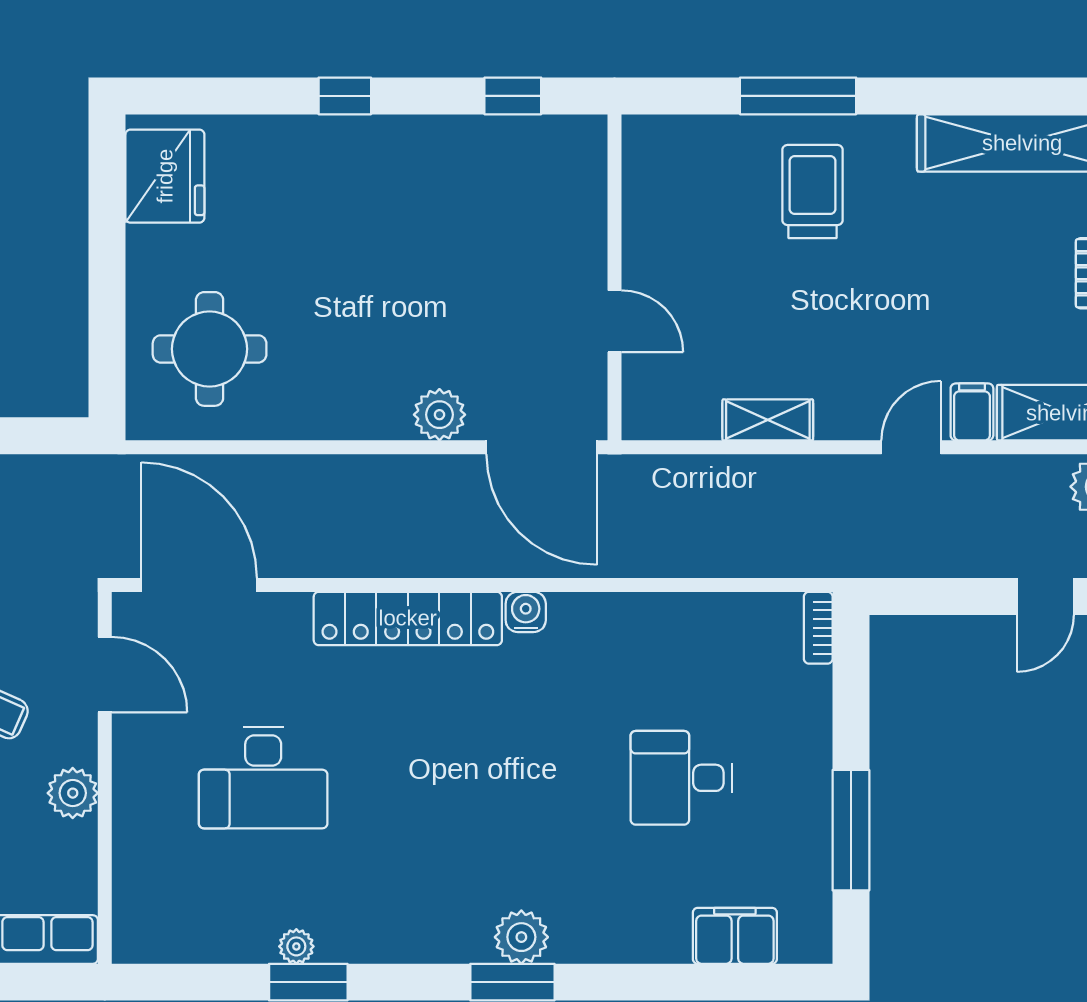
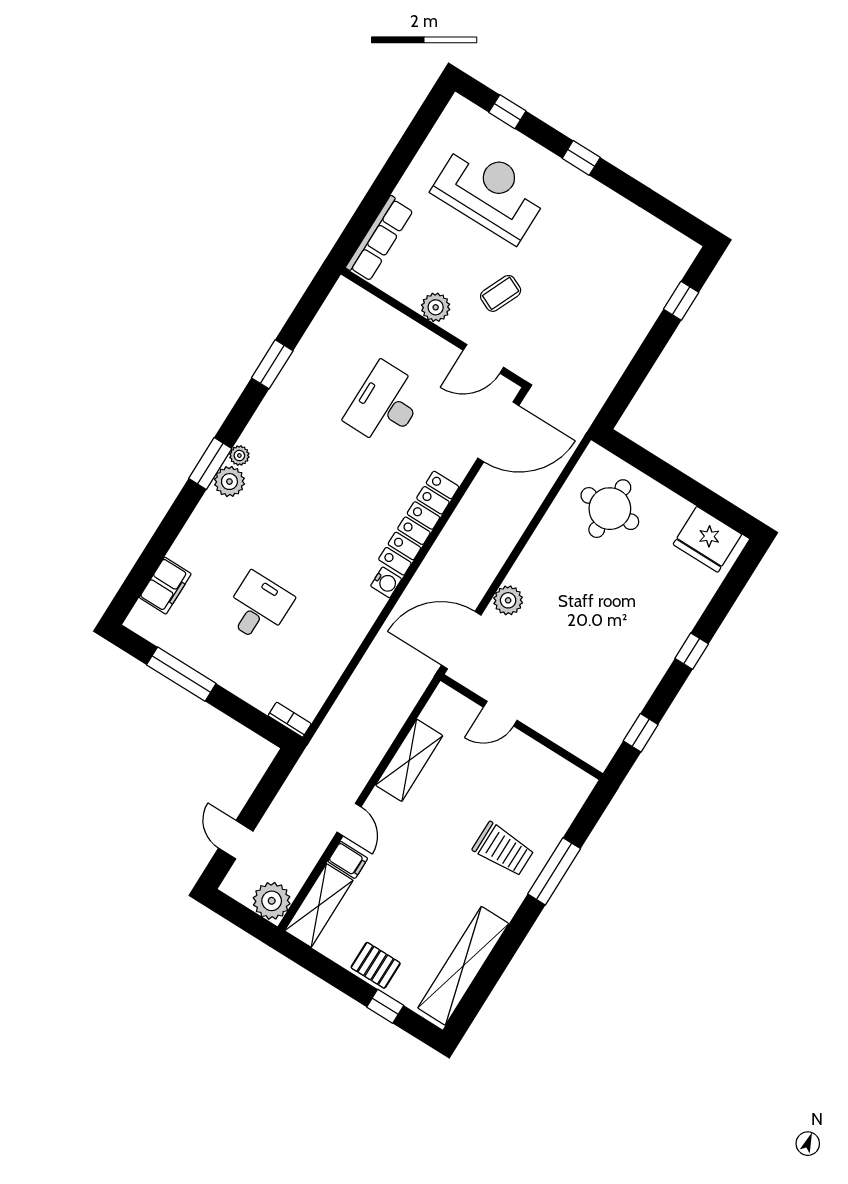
shelving: (768, 420) -> (409, 760), width x1.50, depth x1.33
plant: (296, 946) -> (239, 456), moved

